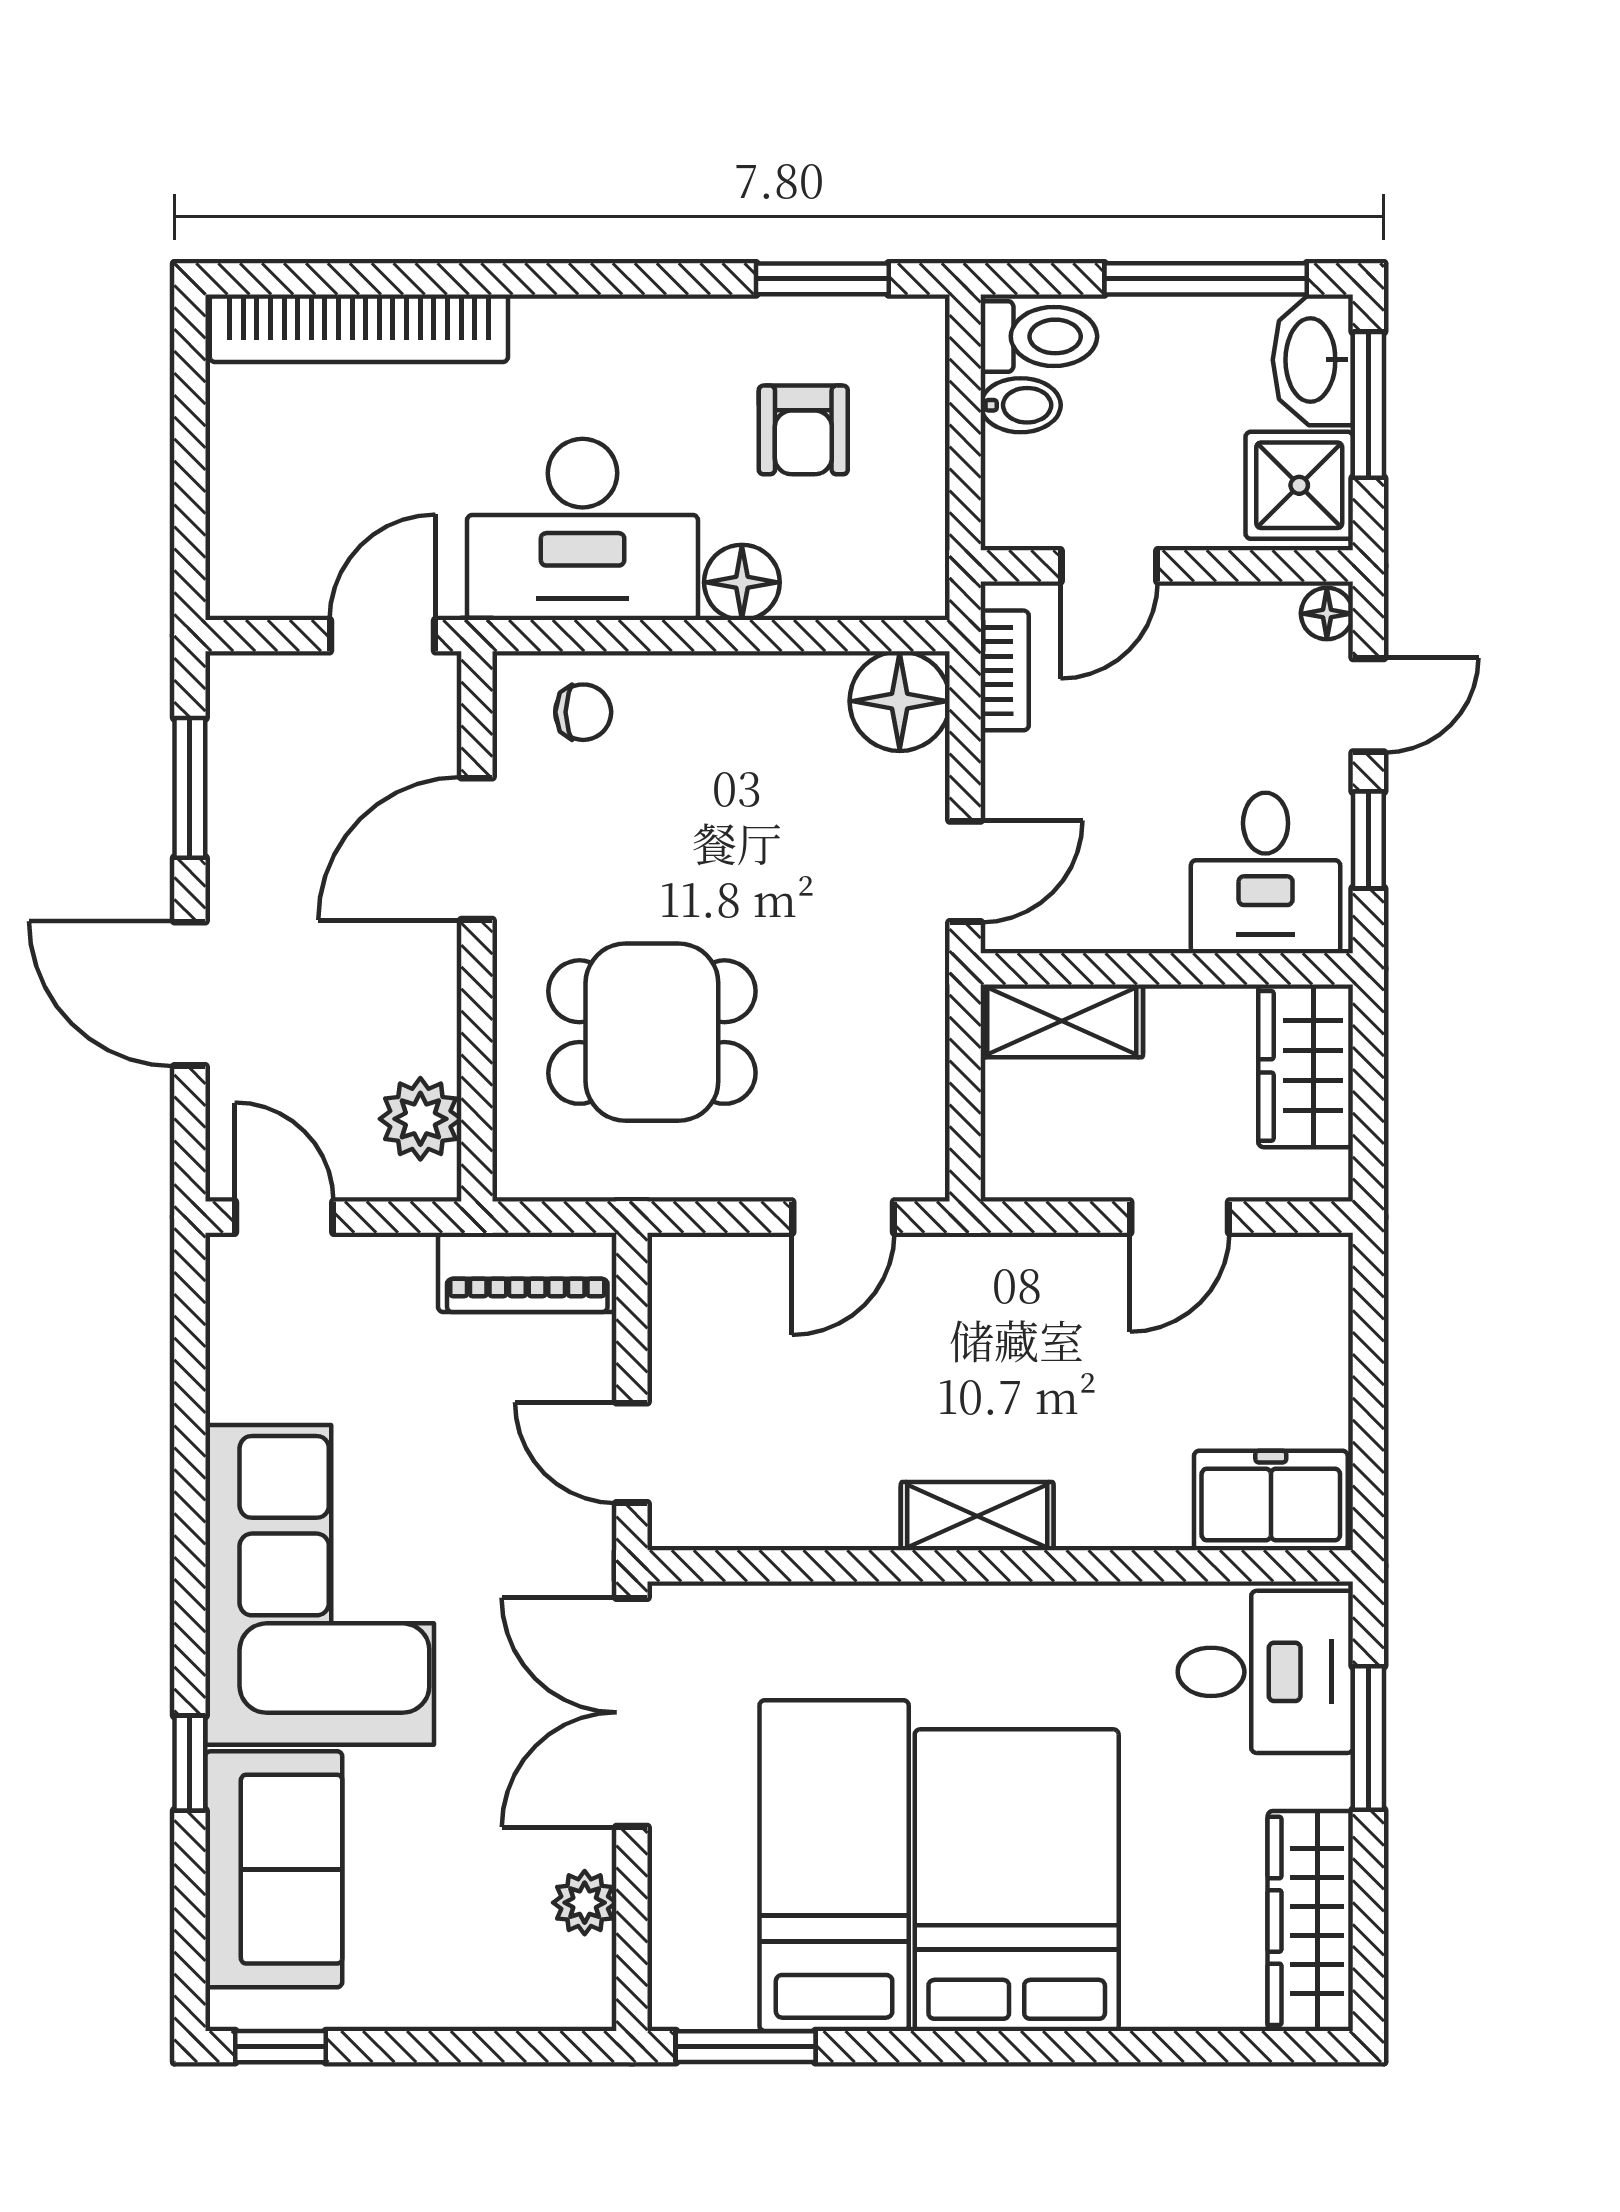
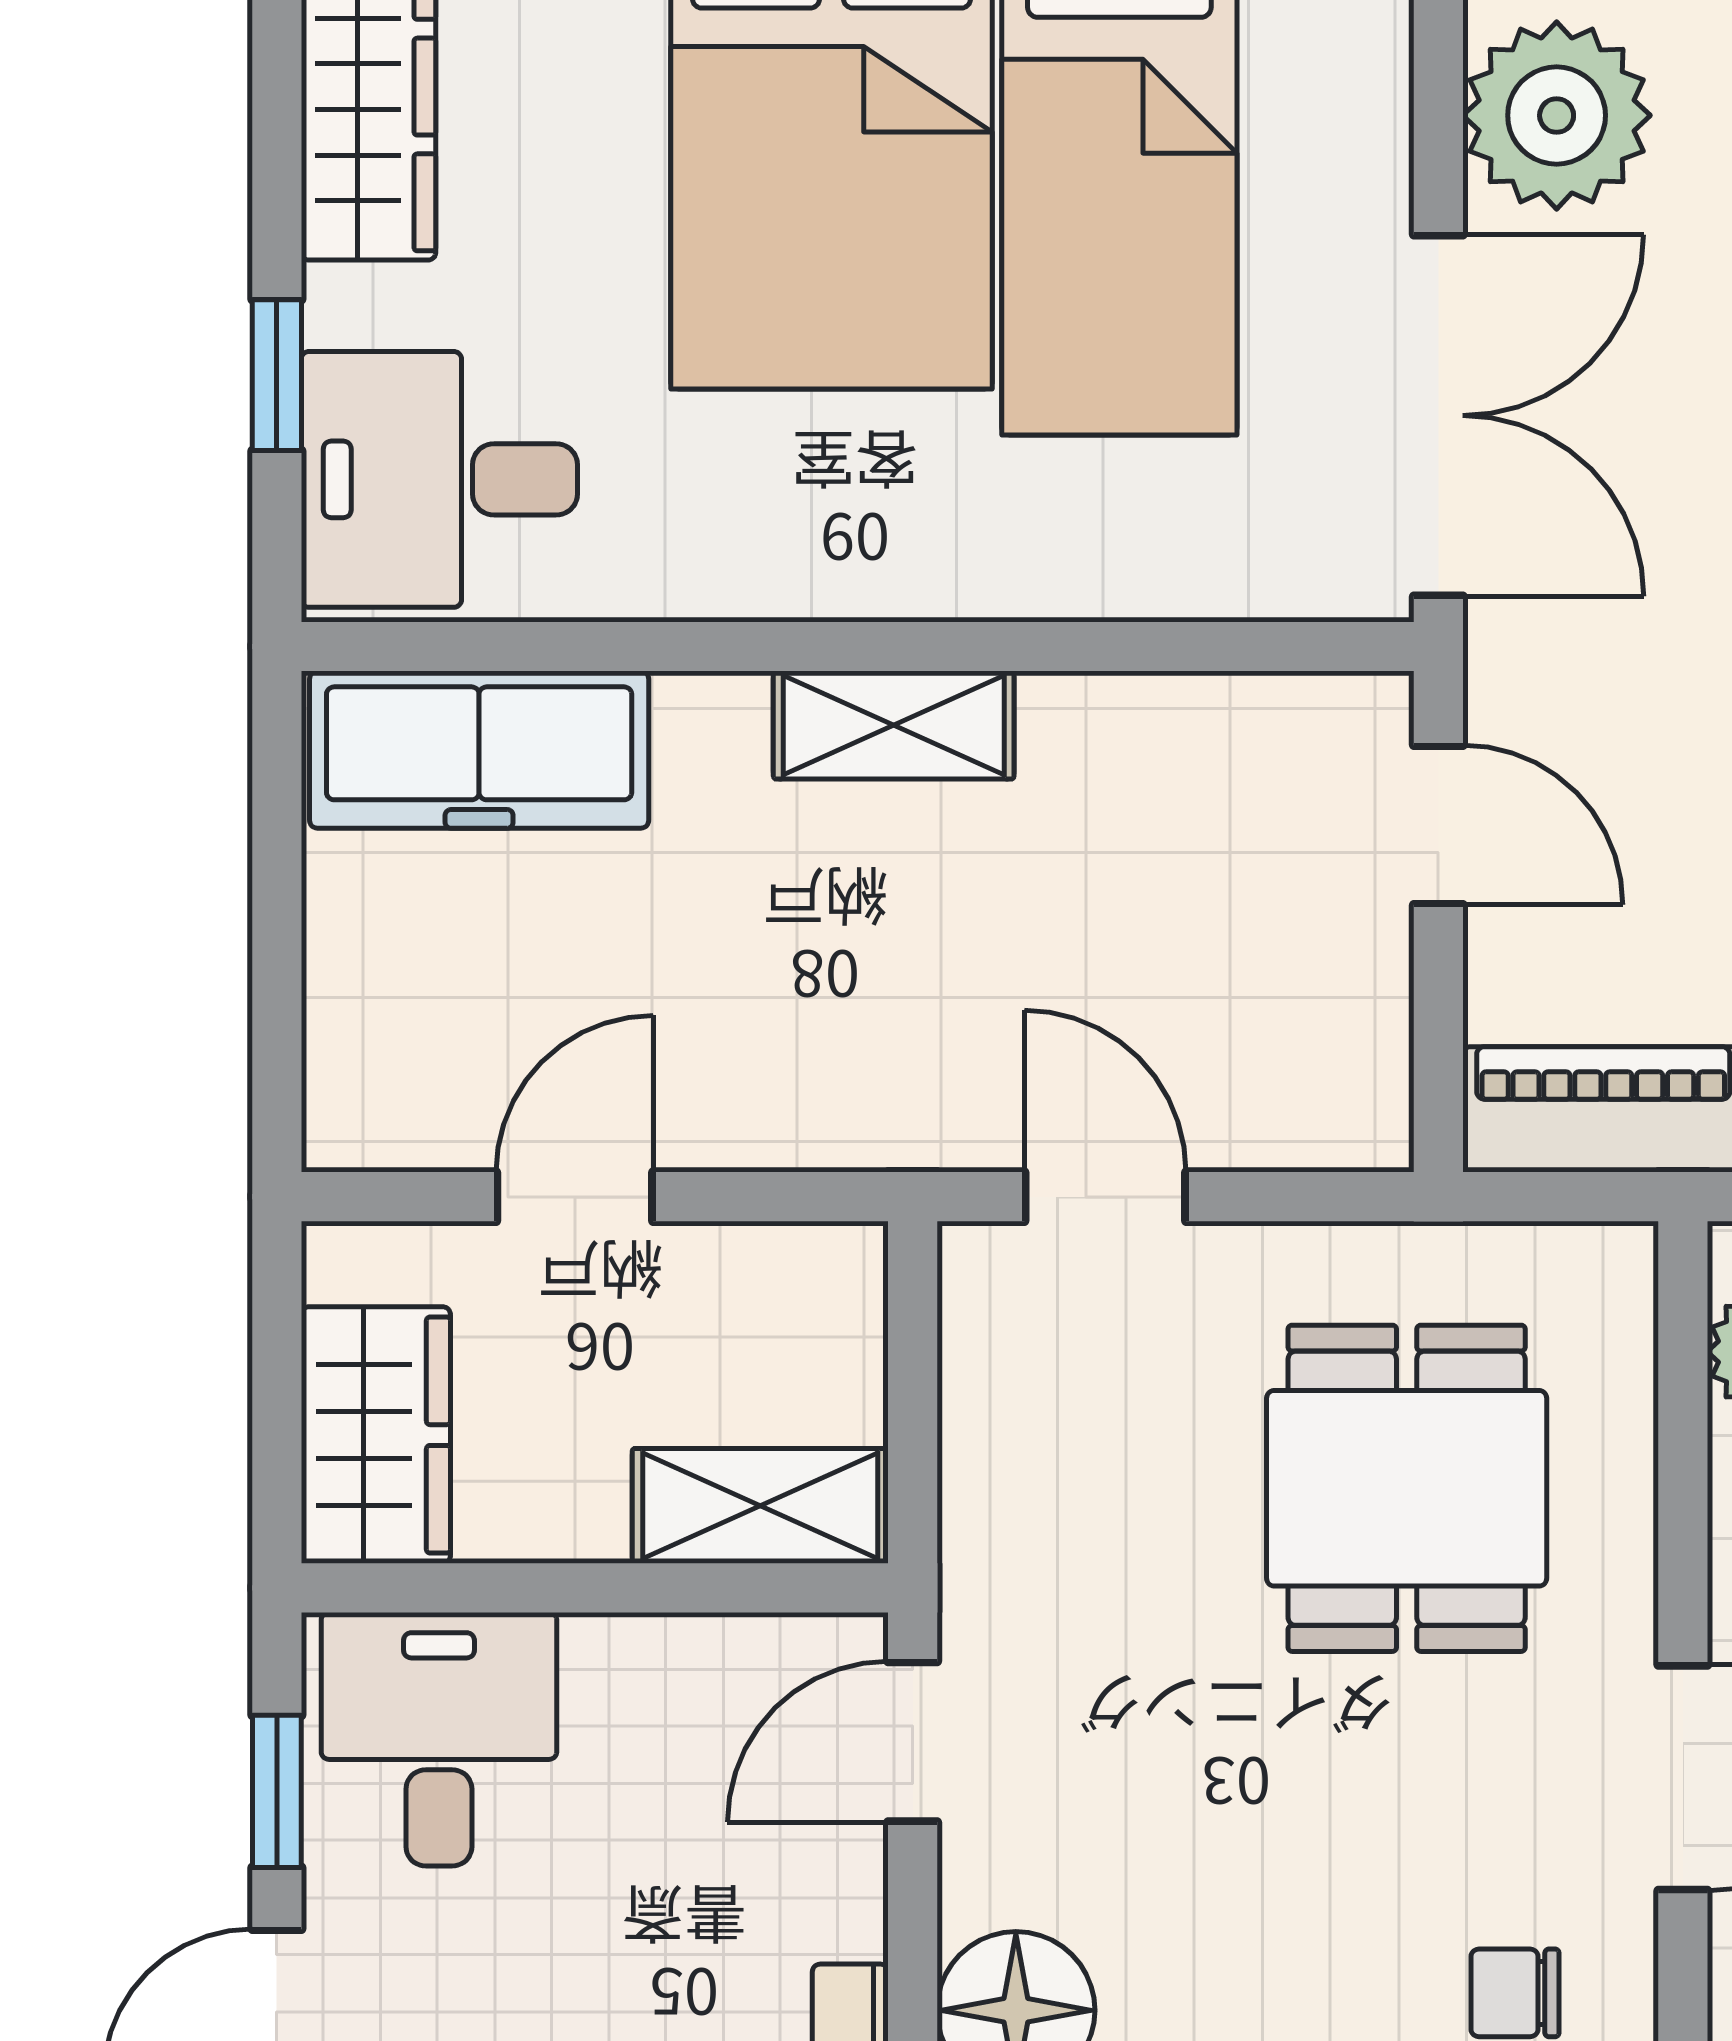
dining table: (652, 1032) -> (1407, 1488), turned 90
door: (843, 1217) -> (1105, 1197), hinge flipped
freezer: (1271, 1501) -> (479, 750), width x1.40
window: (1368, 1738) -> (277, 375), width x0.67
plant: (585, 1903) -> (1557, 115), width x1.88, depth x1.88

